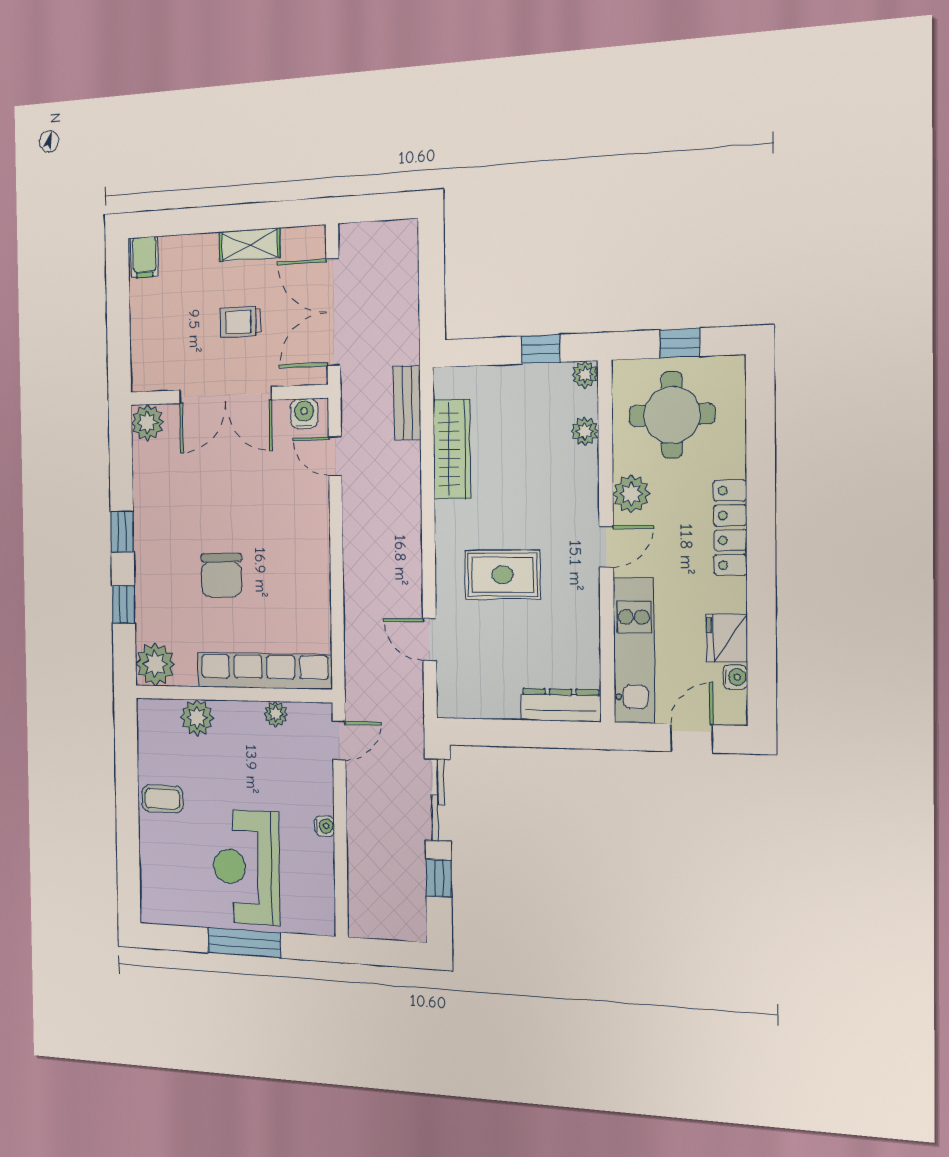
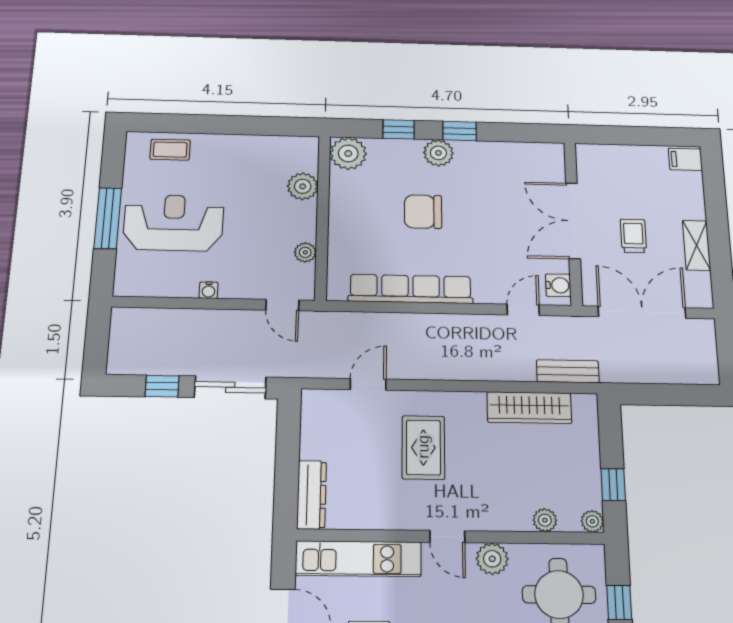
plant: (147, 422) -> (438, 153), moved
row of seats: (264, 671) -> (411, 289), moved, turned -90
coffee table: (162, 799) -> (170, 150), moved, turned 90

